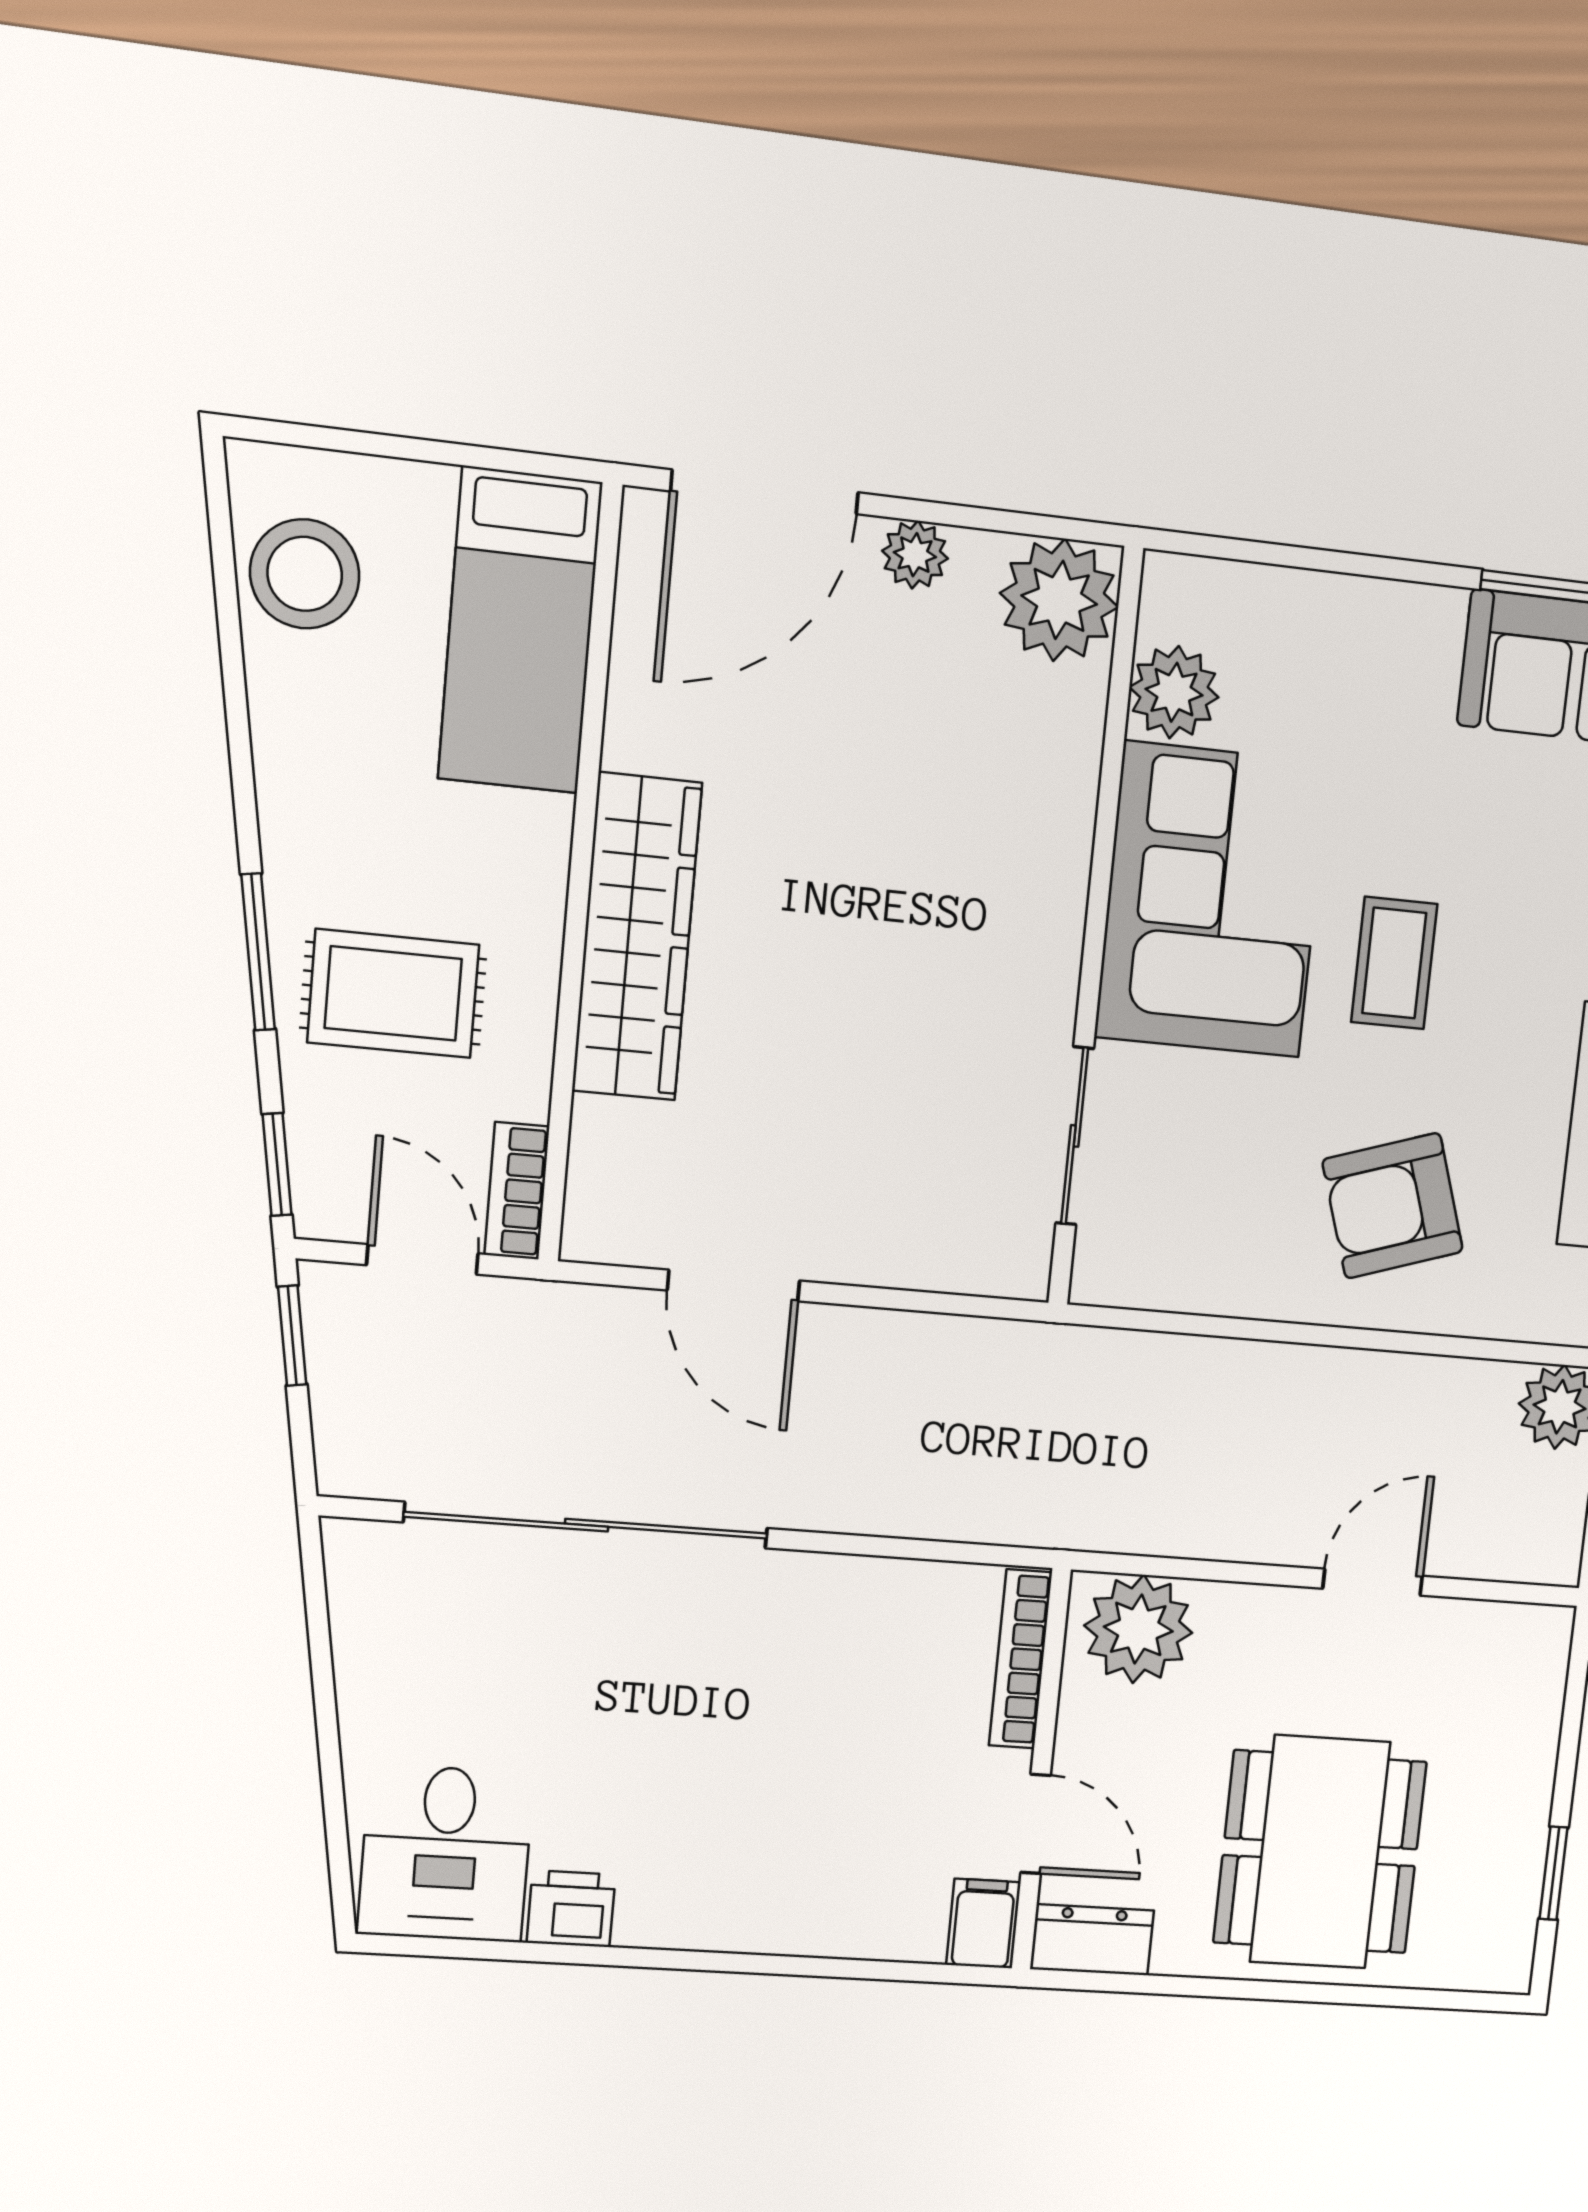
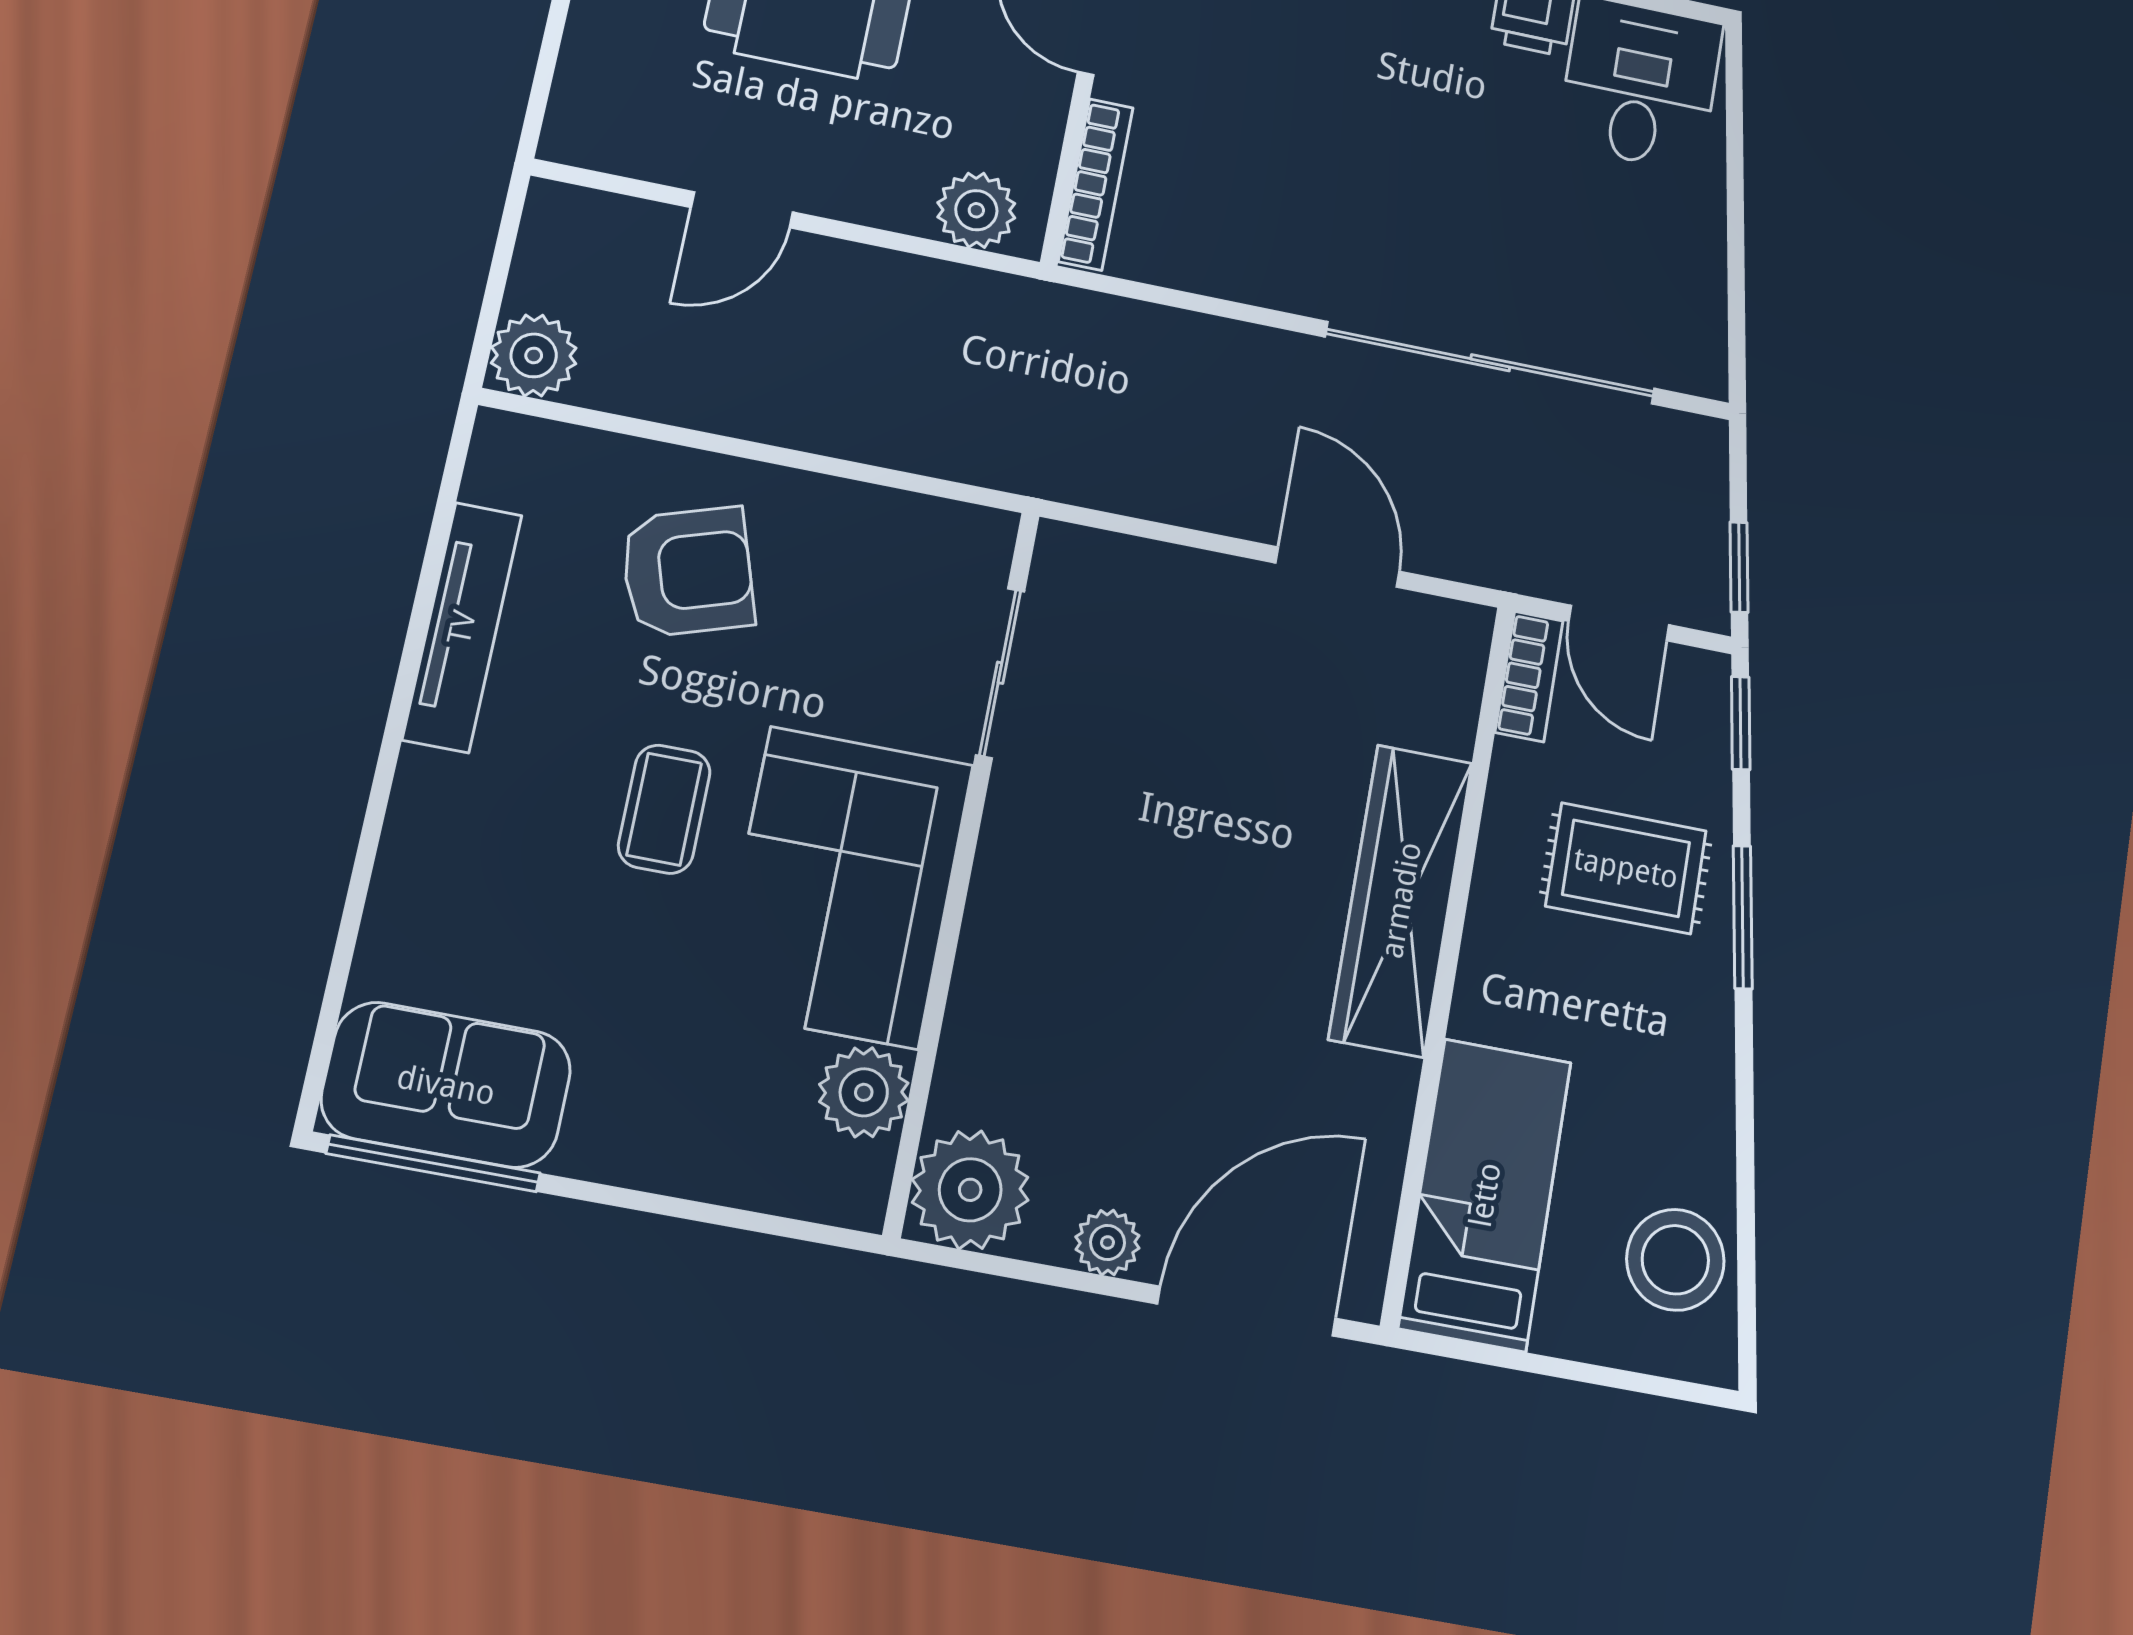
plant: (1138, 1629) -> (976, 210), width x0.73, depth x0.73

